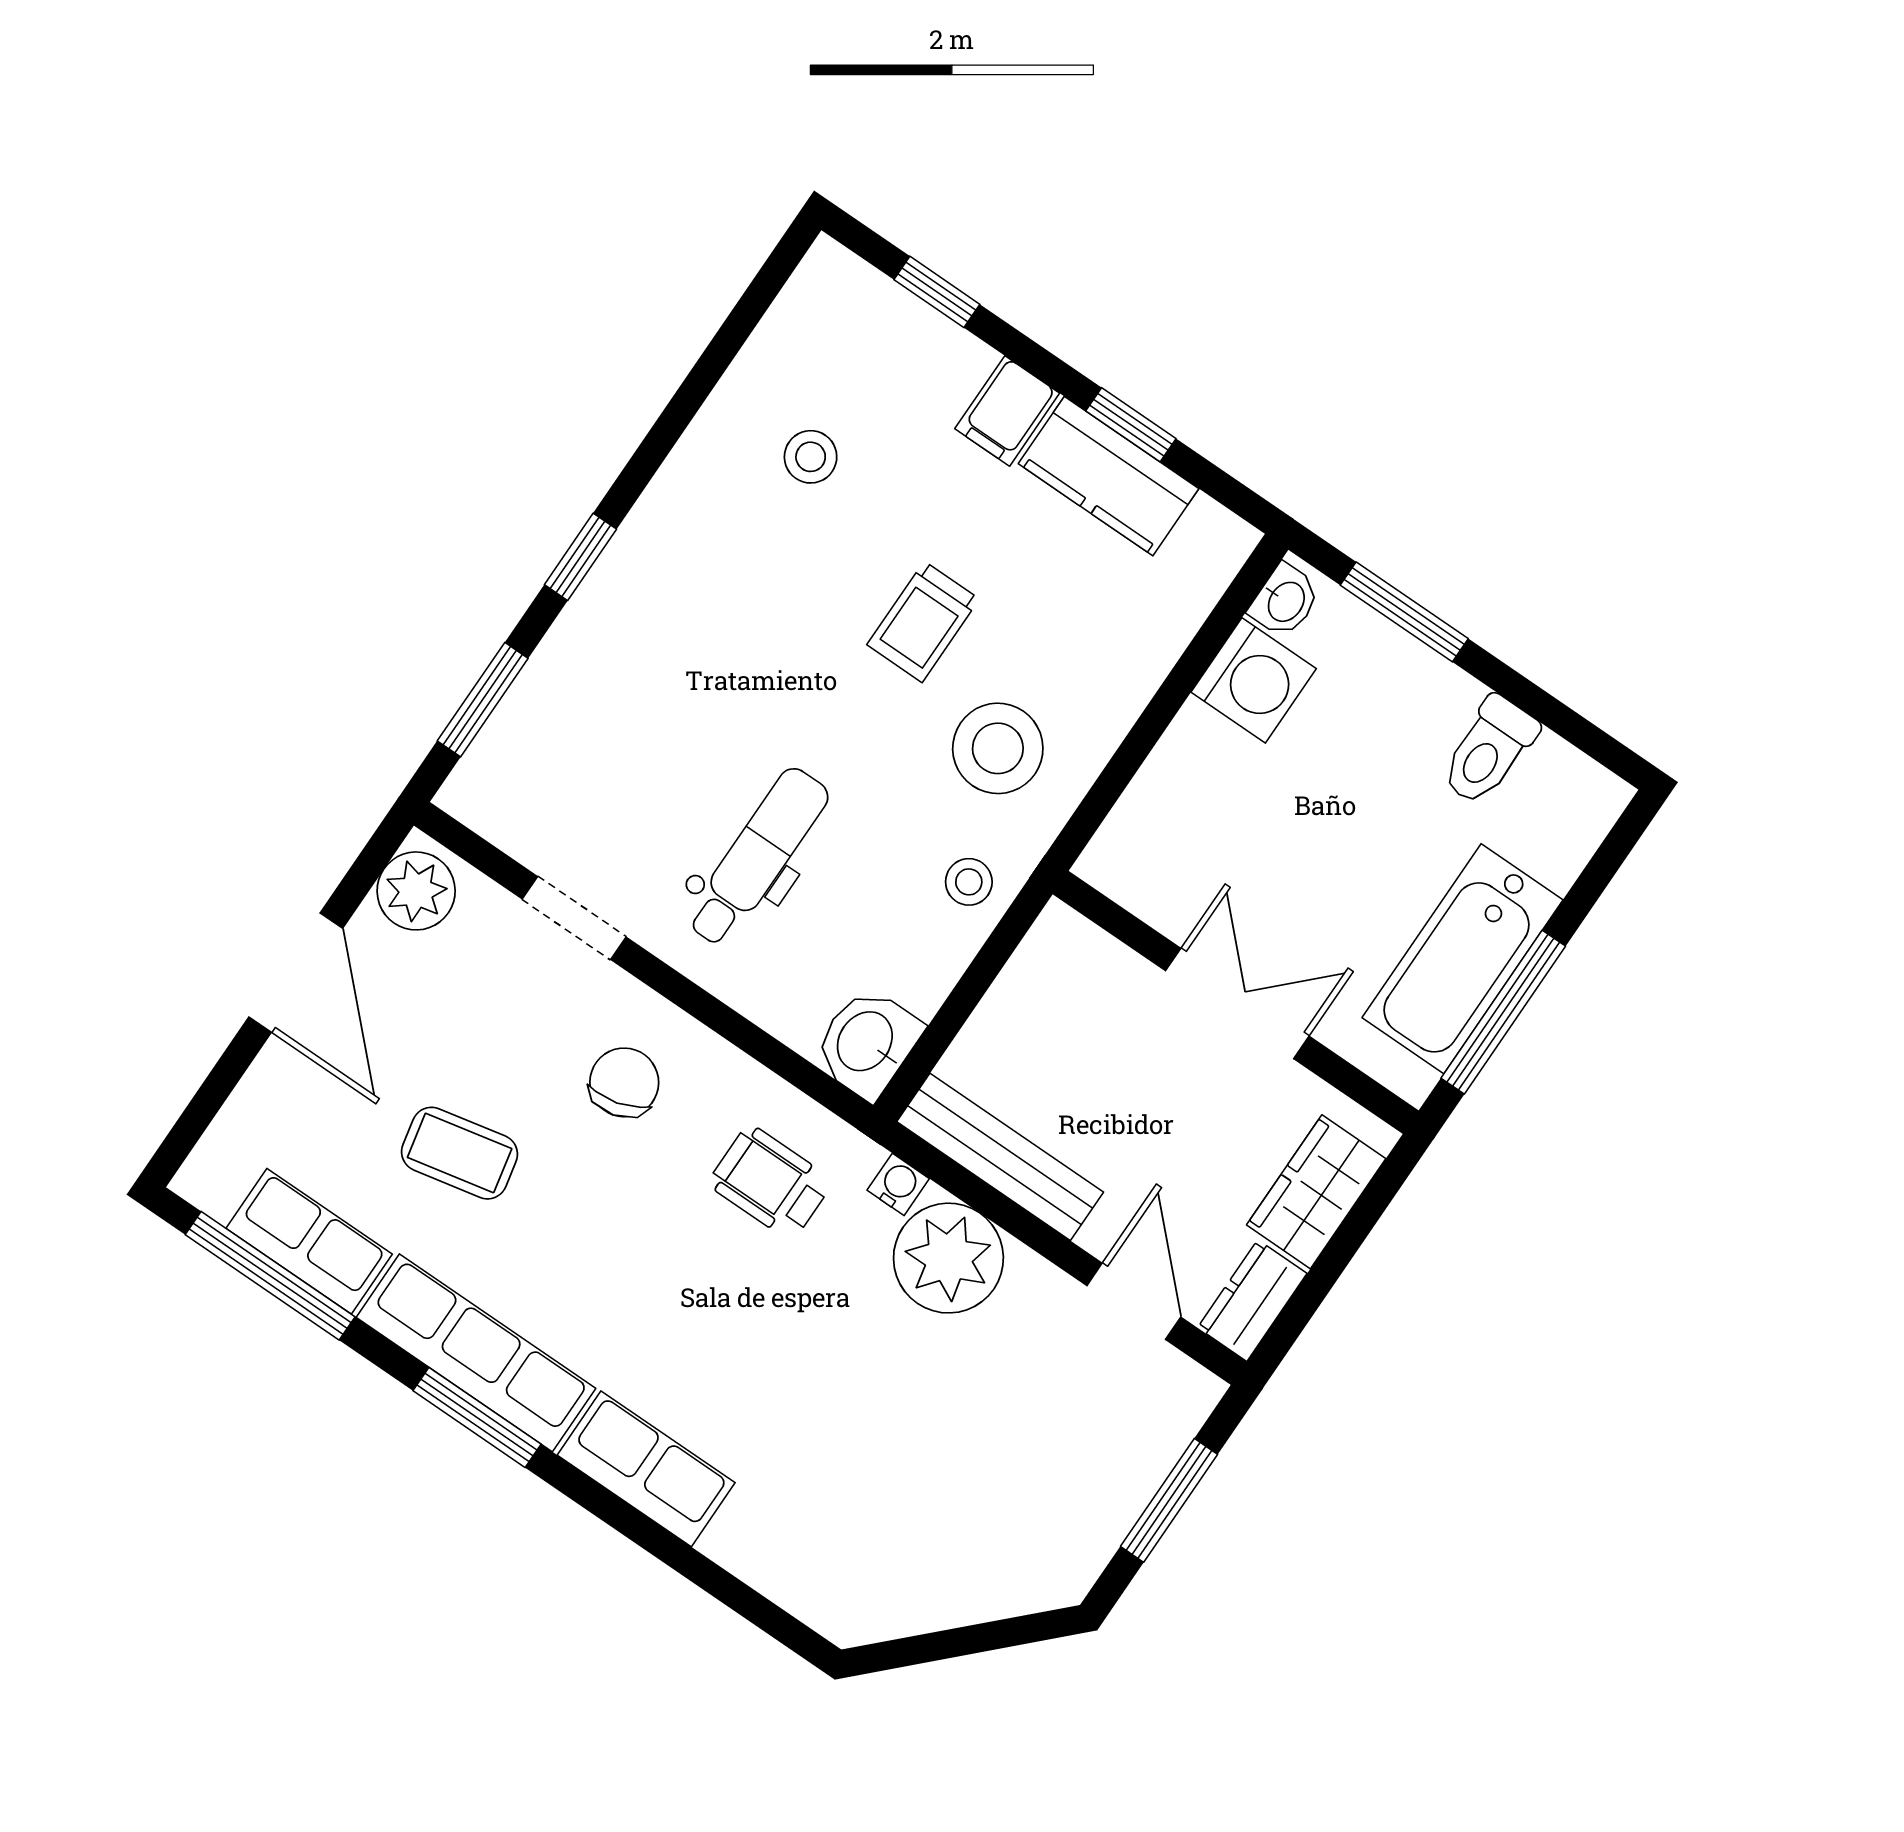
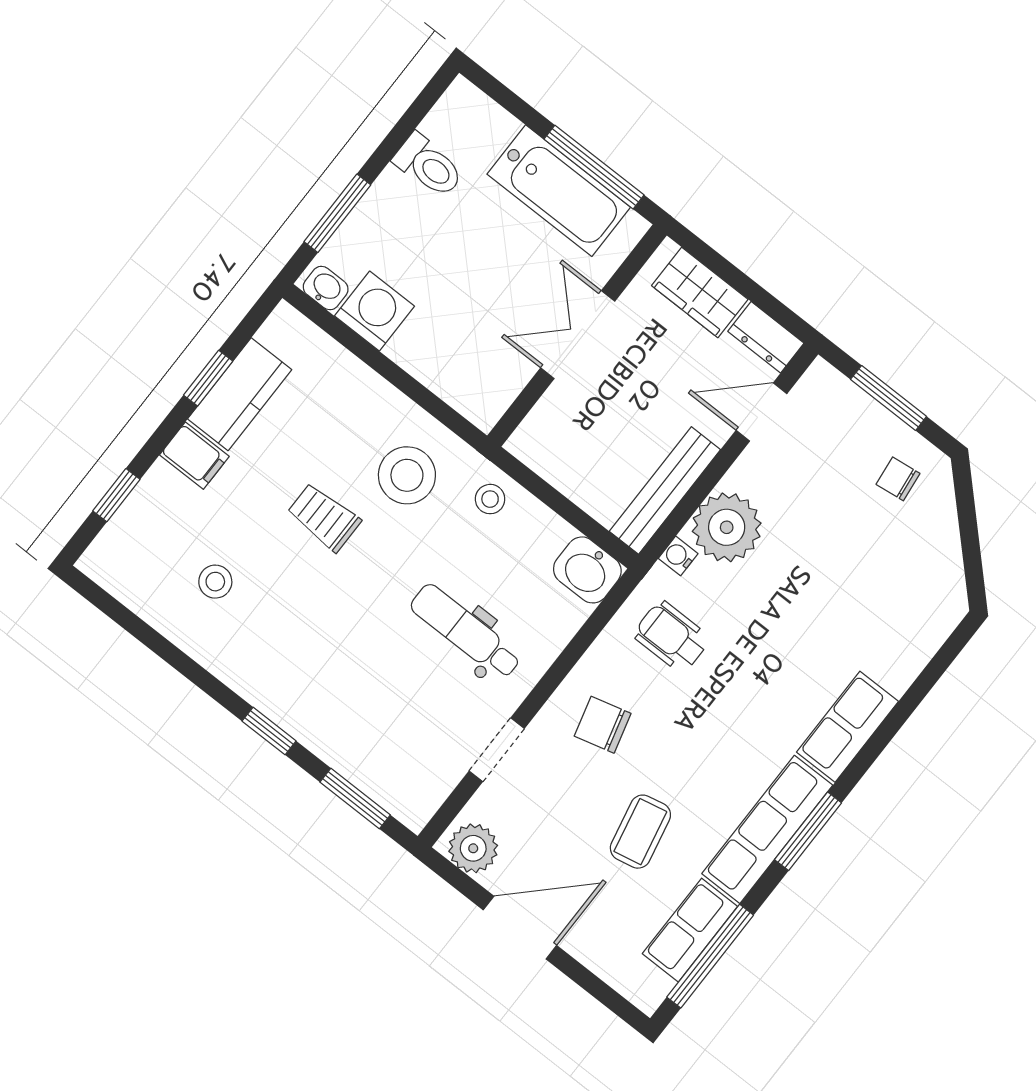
trolley: (923, 622) -> (324, 517), turned 180
wheelchair: (770, 1182) -> (672, 637), turned 90
chair: (1042, 1524) -> (898, 479), added

